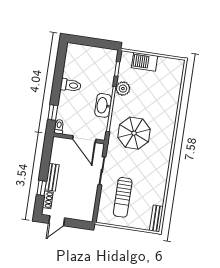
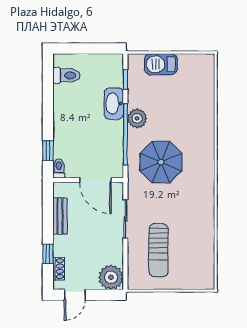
toilet: (71, 85) -> (66, 75), moved
plant: (123, 89) -> (137, 118), moved
washbasin: (103, 105) -> (114, 104), moved
bench: (52, 177) -> (60, 216), moved
plant: (85, 212) -> (111, 277), added
bench: (156, 219) -> (208, 272), removed

